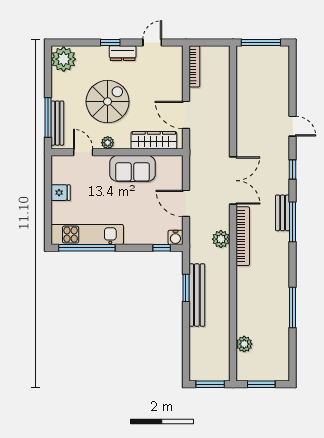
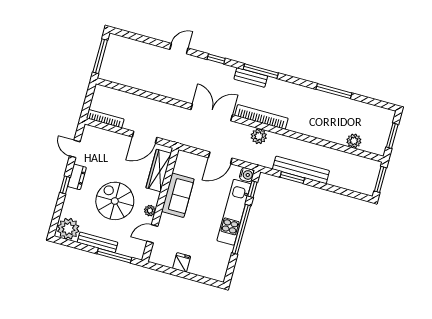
bench: (57, 123) -> (98, 242), moved
kitchen unit: (87, 235) -> (234, 212), moved
window: (87, 248) -> (241, 229), moved

